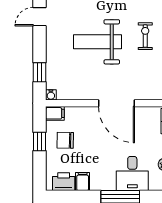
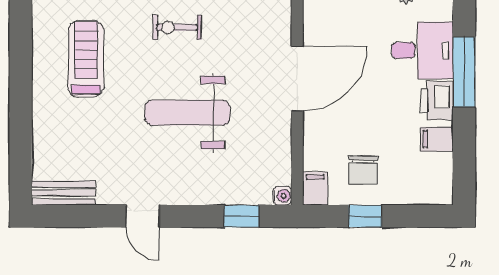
weight bench: (97, 42) -> (187, 113), turned 90
printer: (64, 182) -> (437, 100), moved

